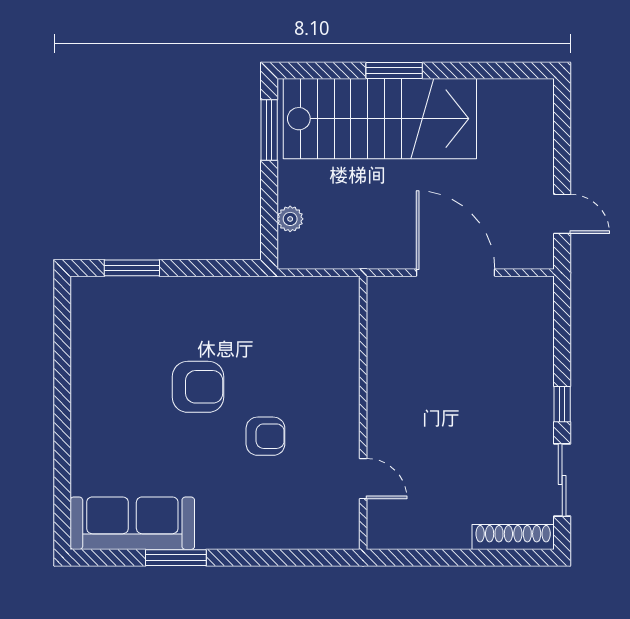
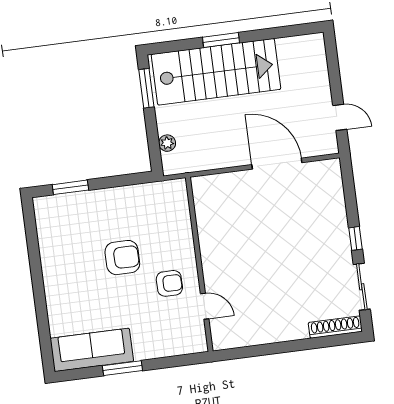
wall: (363, 413) -> (199, 264), moved
door: (363, 479) -> (205, 306), moved

